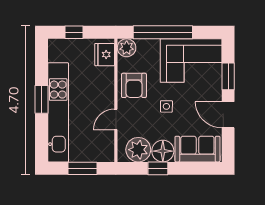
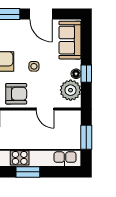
door: (228, 115) -> (41, 14), hinge flipped
floor lamp: (163, 151) -> (76, 74), width x0.53, depth x0.53

